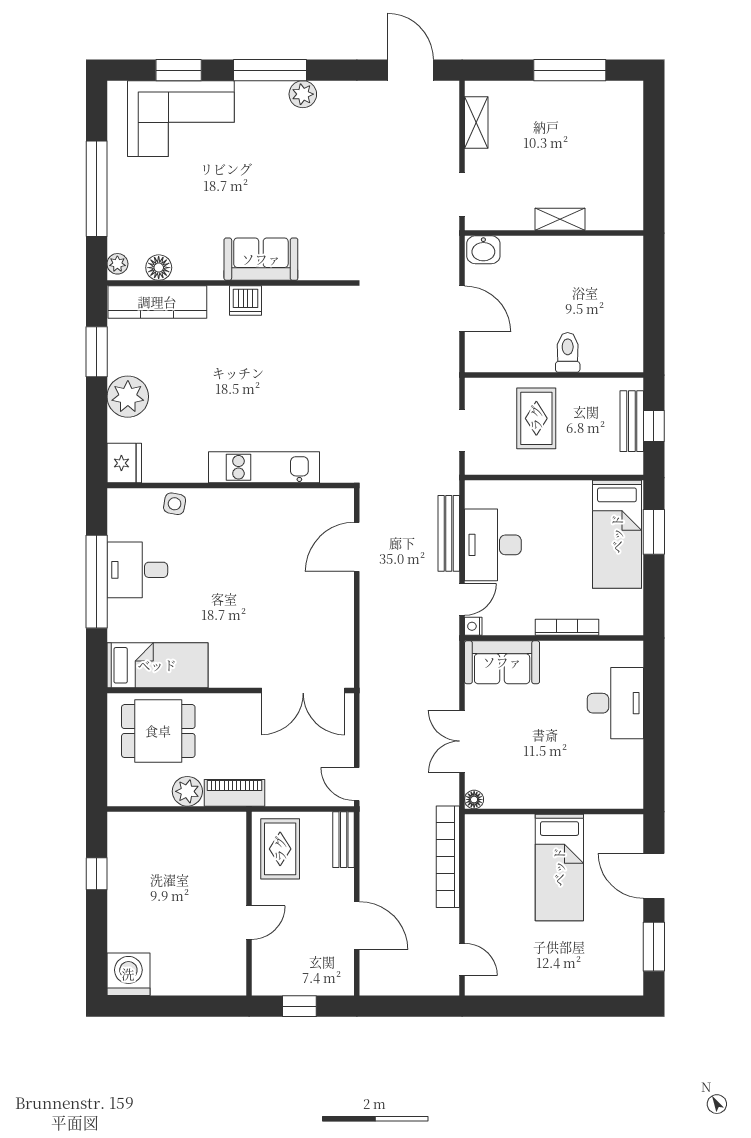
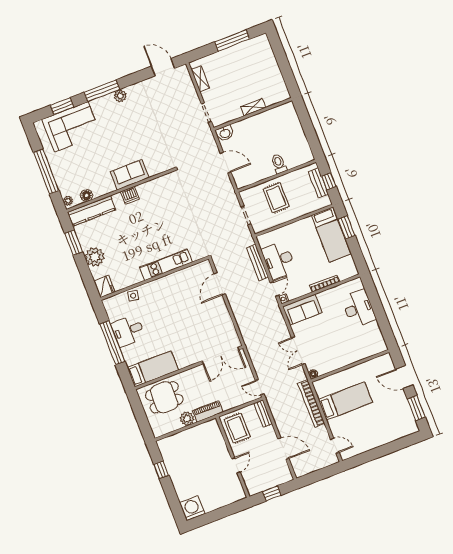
bed: (559, 867) -> (346, 401), moved, turned -90

